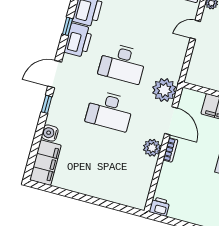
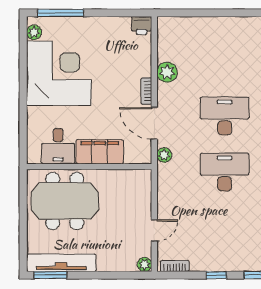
plant: (164, 90) -> (164, 155), width x0.53, depth x0.53
plant: (152, 148) -> (167, 72), moved

